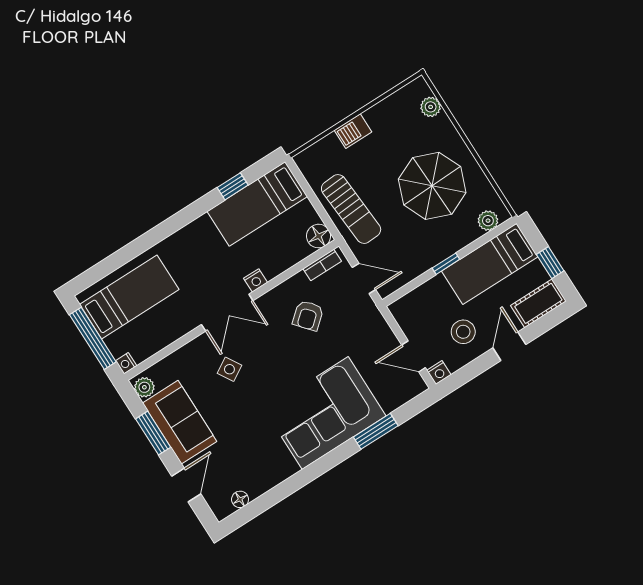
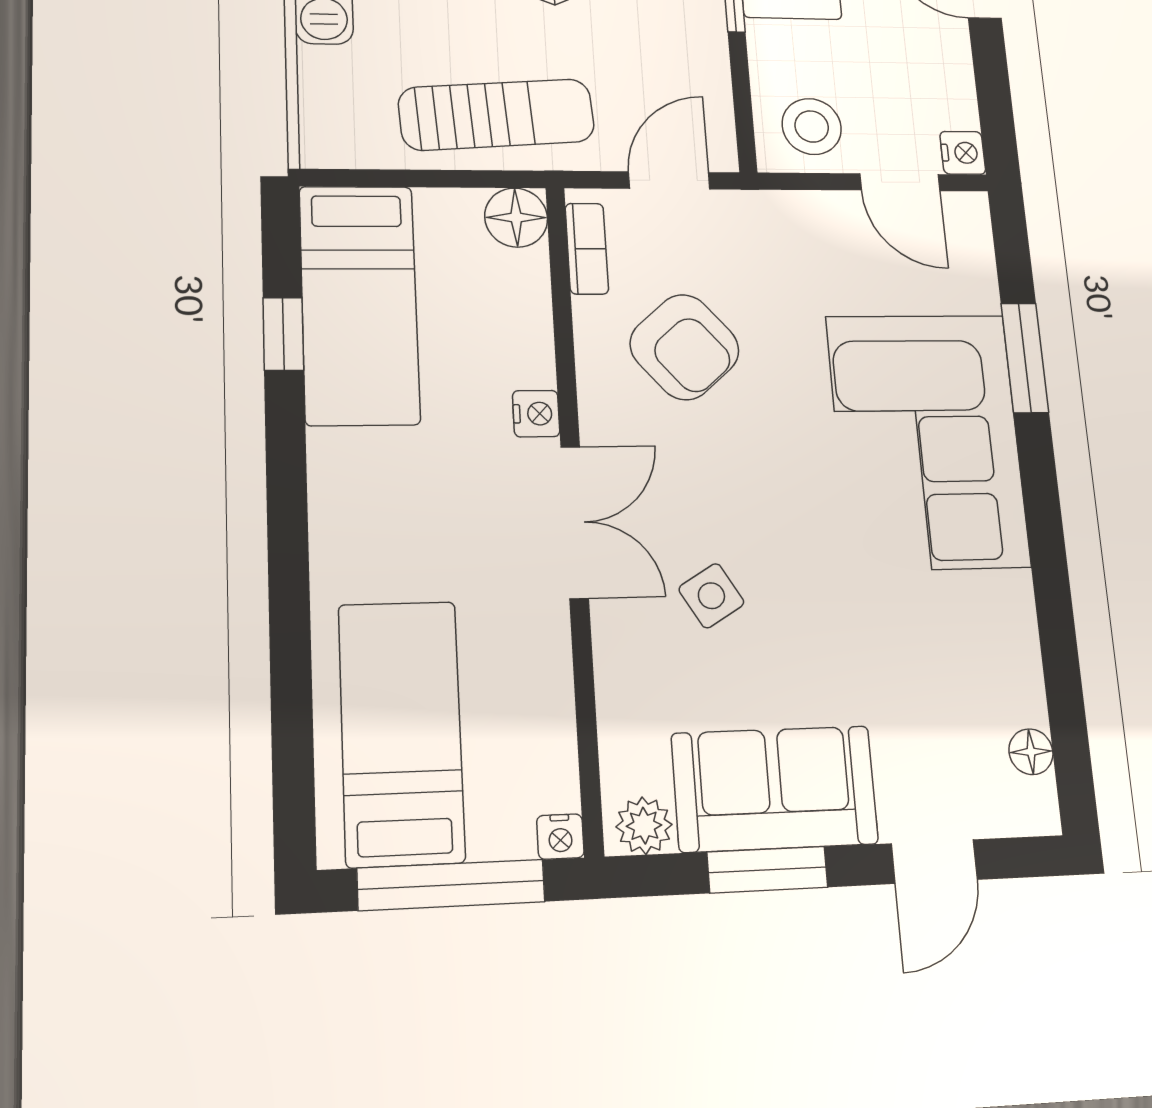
armchair: (308, 316) -> (684, 347), width x1.38, depth x1.38
stool: (463, 332) -> (812, 126), moved
door: (414, 356) -> (900, 182), hinge flipped
door: (186, 485) -> (934, 862), swing flipped

